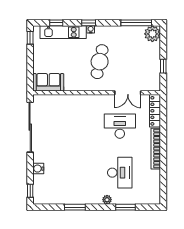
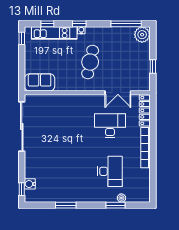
water cooler: (38, 169) -> (30, 184), moved
plant: (107, 200) -> (121, 198), moved

